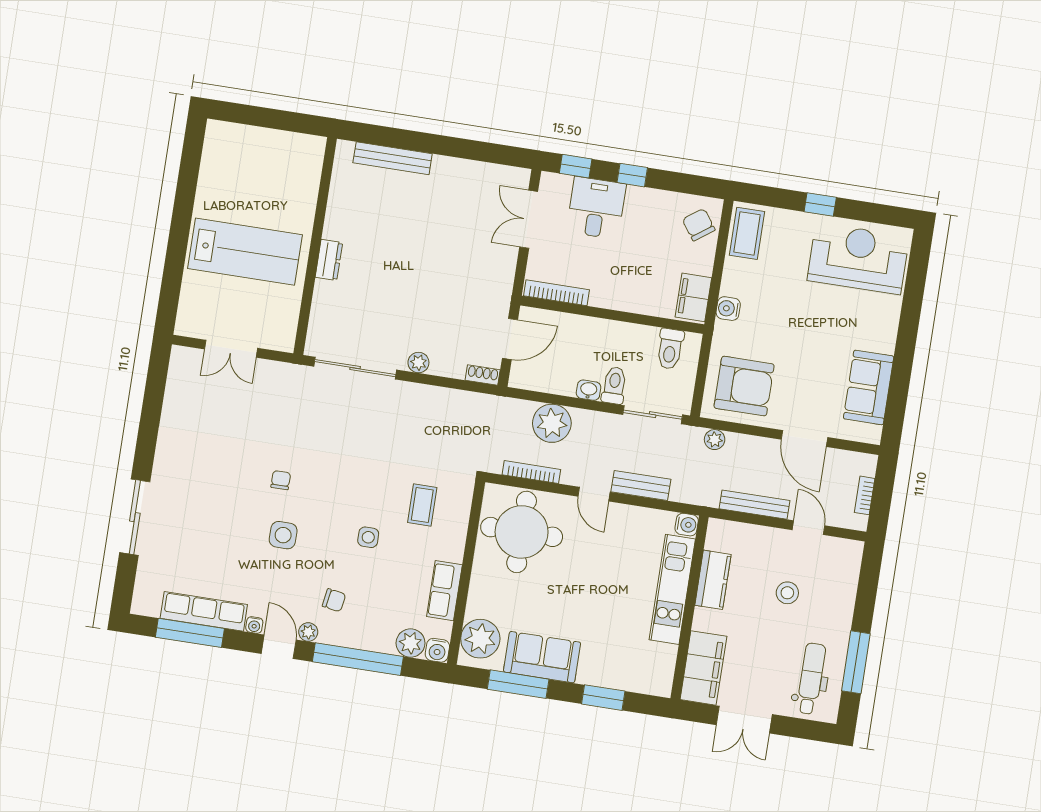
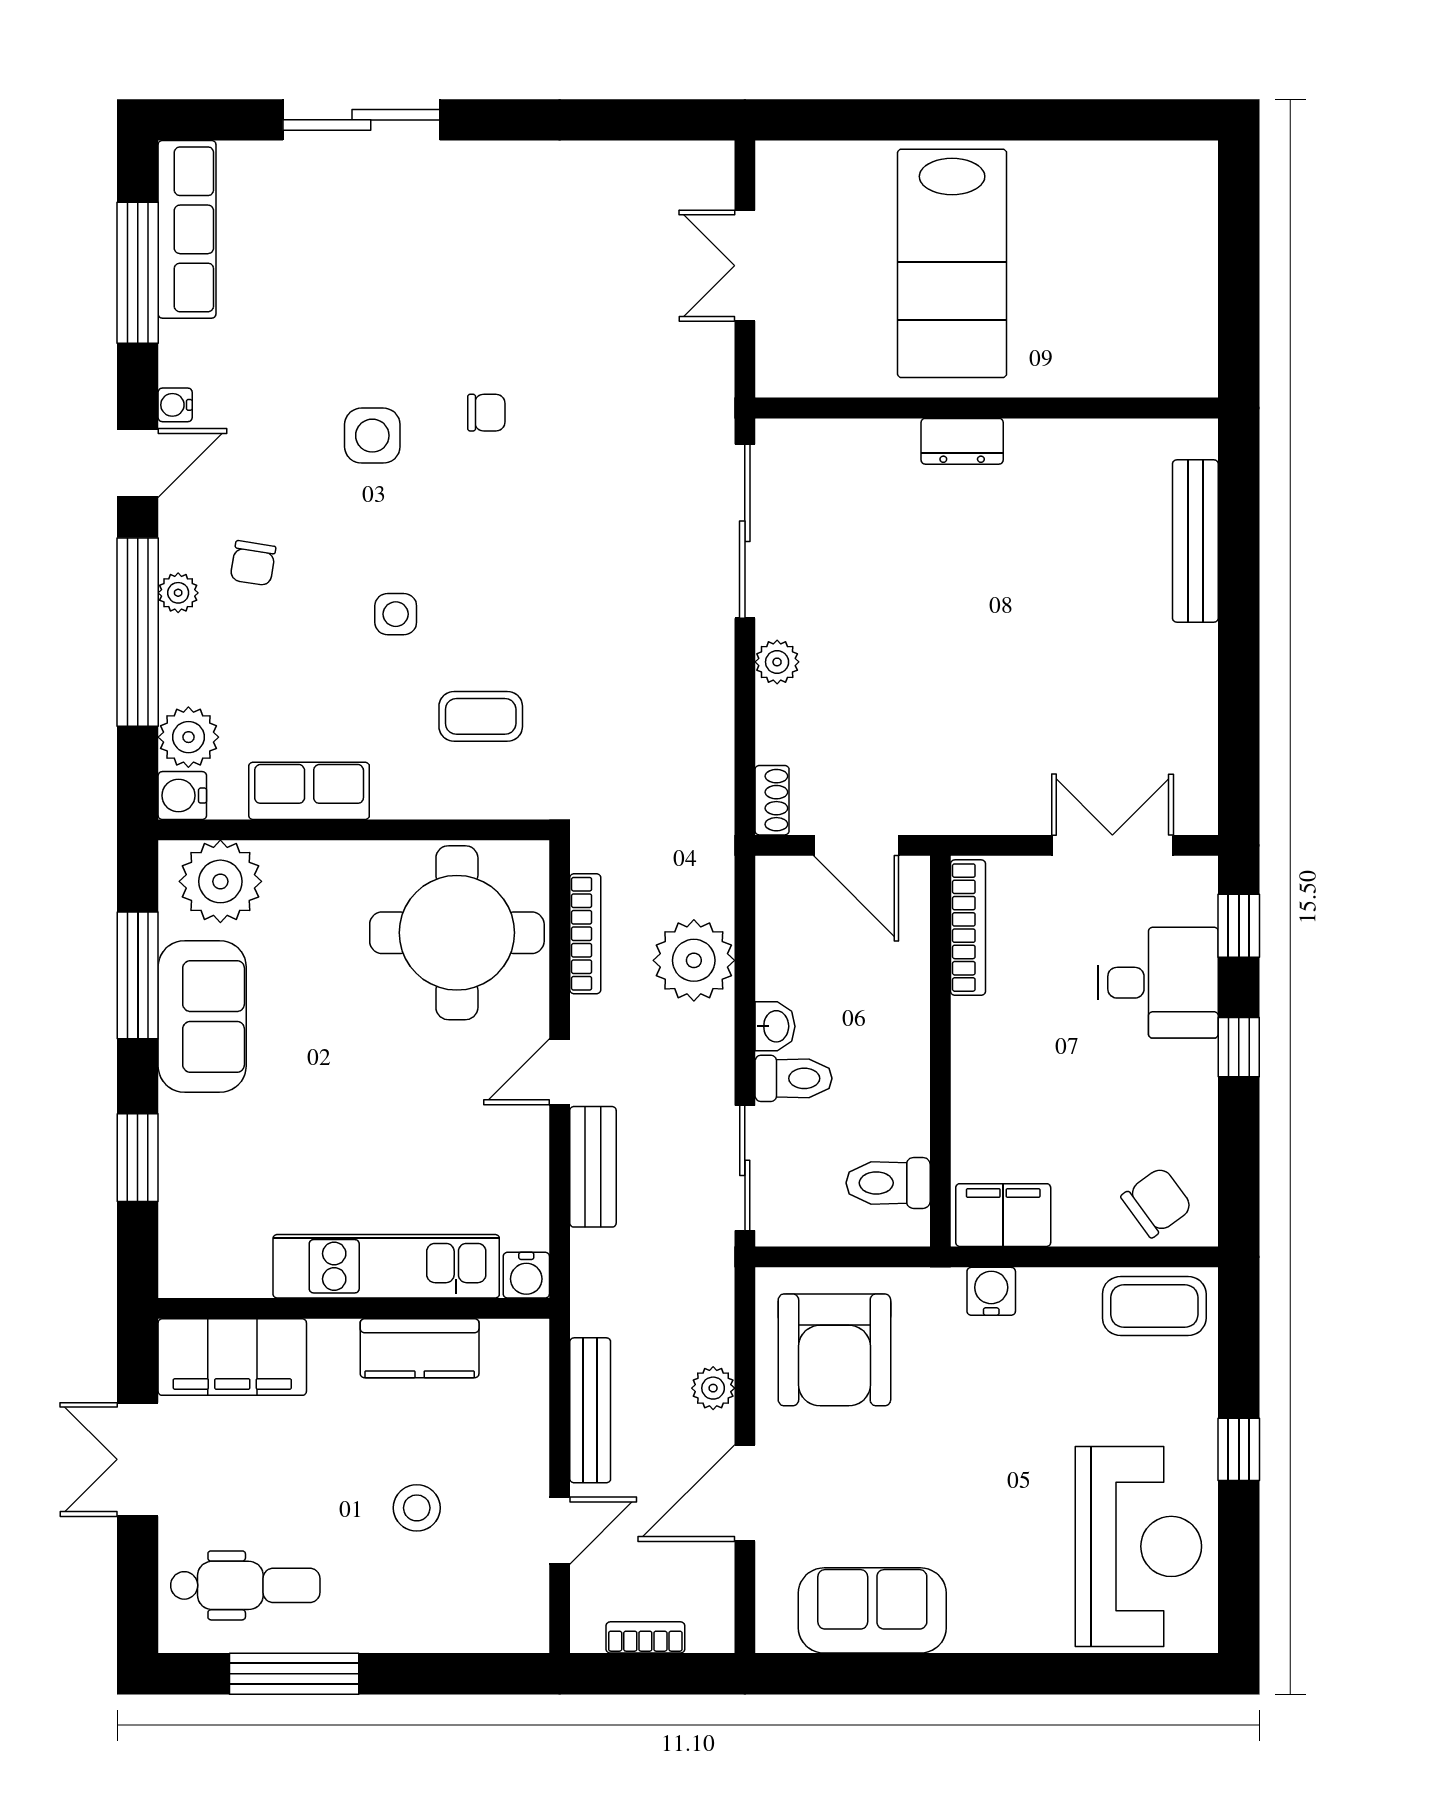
plant: (715, 440) -> (713, 1388), moved
row of seats: (204, 611) -> (187, 229), moved
plant: (308, 632) -> (178, 593), moved

